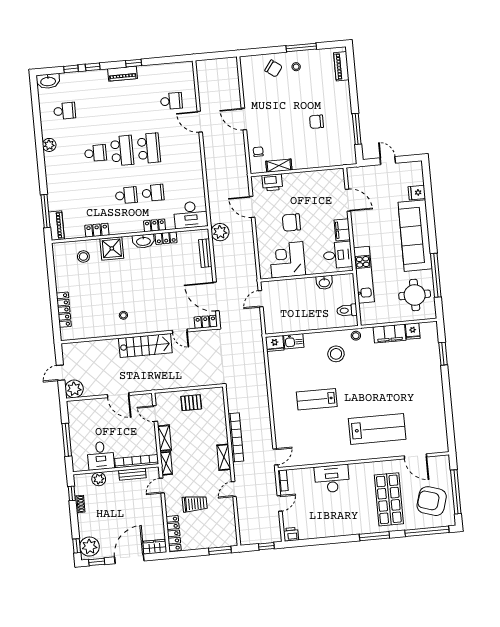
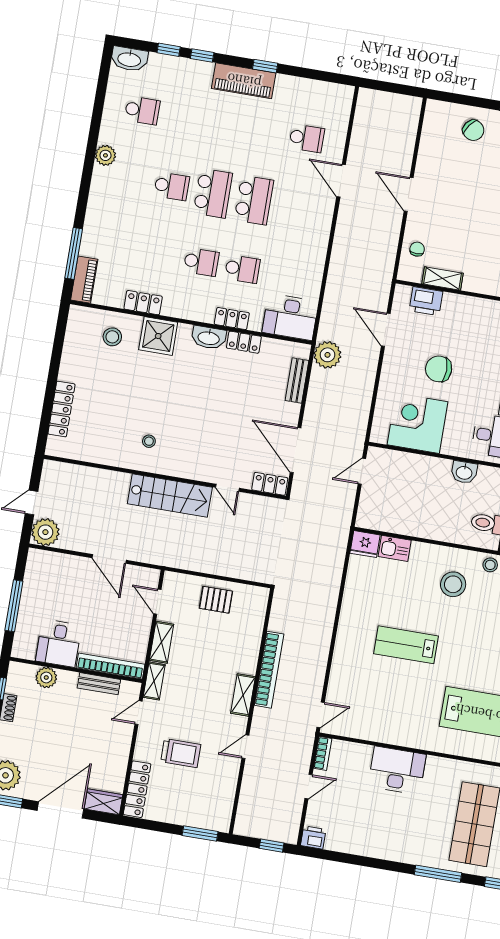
piano: (122, 74) -> (244, 81), width x1.37, depth x1.33

